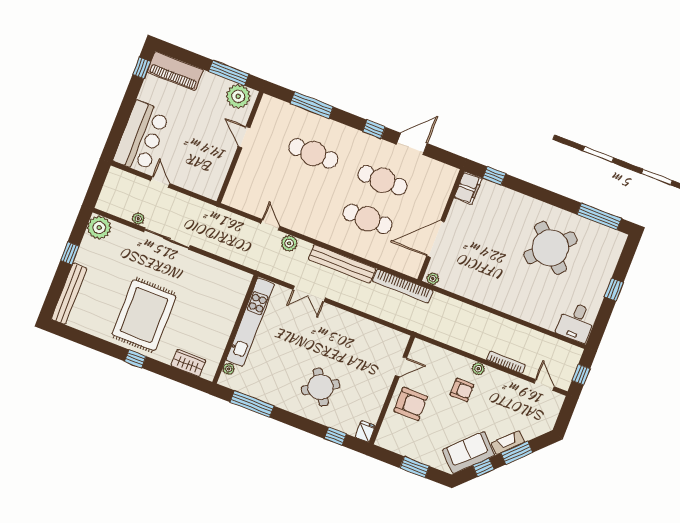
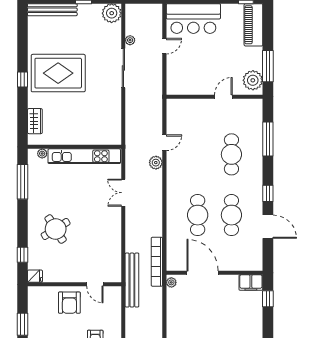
bench: (342, 264) -> (132, 280), moved

